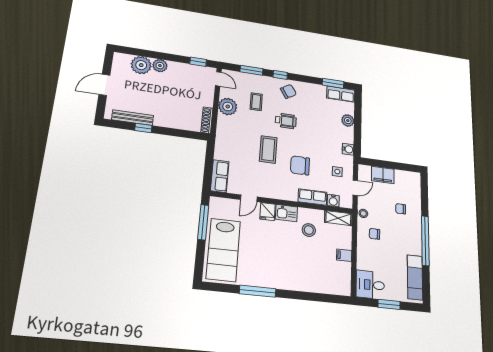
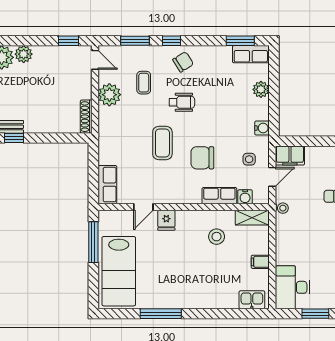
filing cabinet: (383, 175) -> (290, 156), moved
kitchen sink: (286, 213) -> (252, 300), moved, turned 180
chair: (375, 234) -> (297, 232), removed
desk: (370, 285) -> (292, 287), width x1.37

